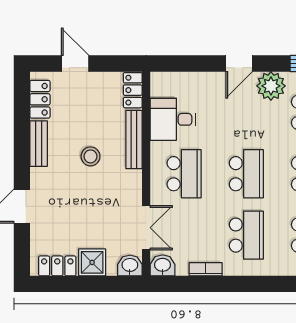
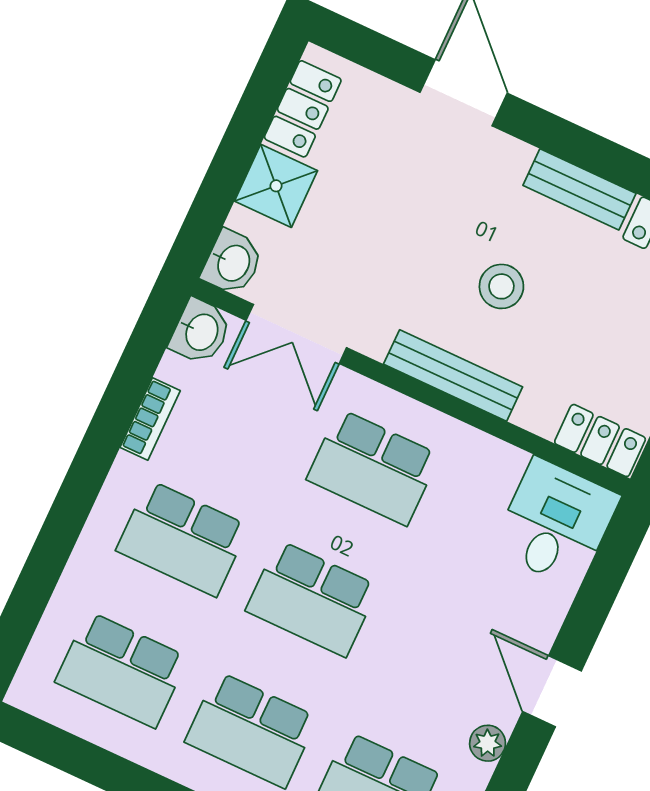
plant: (271, 86) -> (488, 743), width x0.53, depth x0.53
desk: (173, 119) -> (556, 523), moved
bench: (134, 140) -> (453, 376), moved

